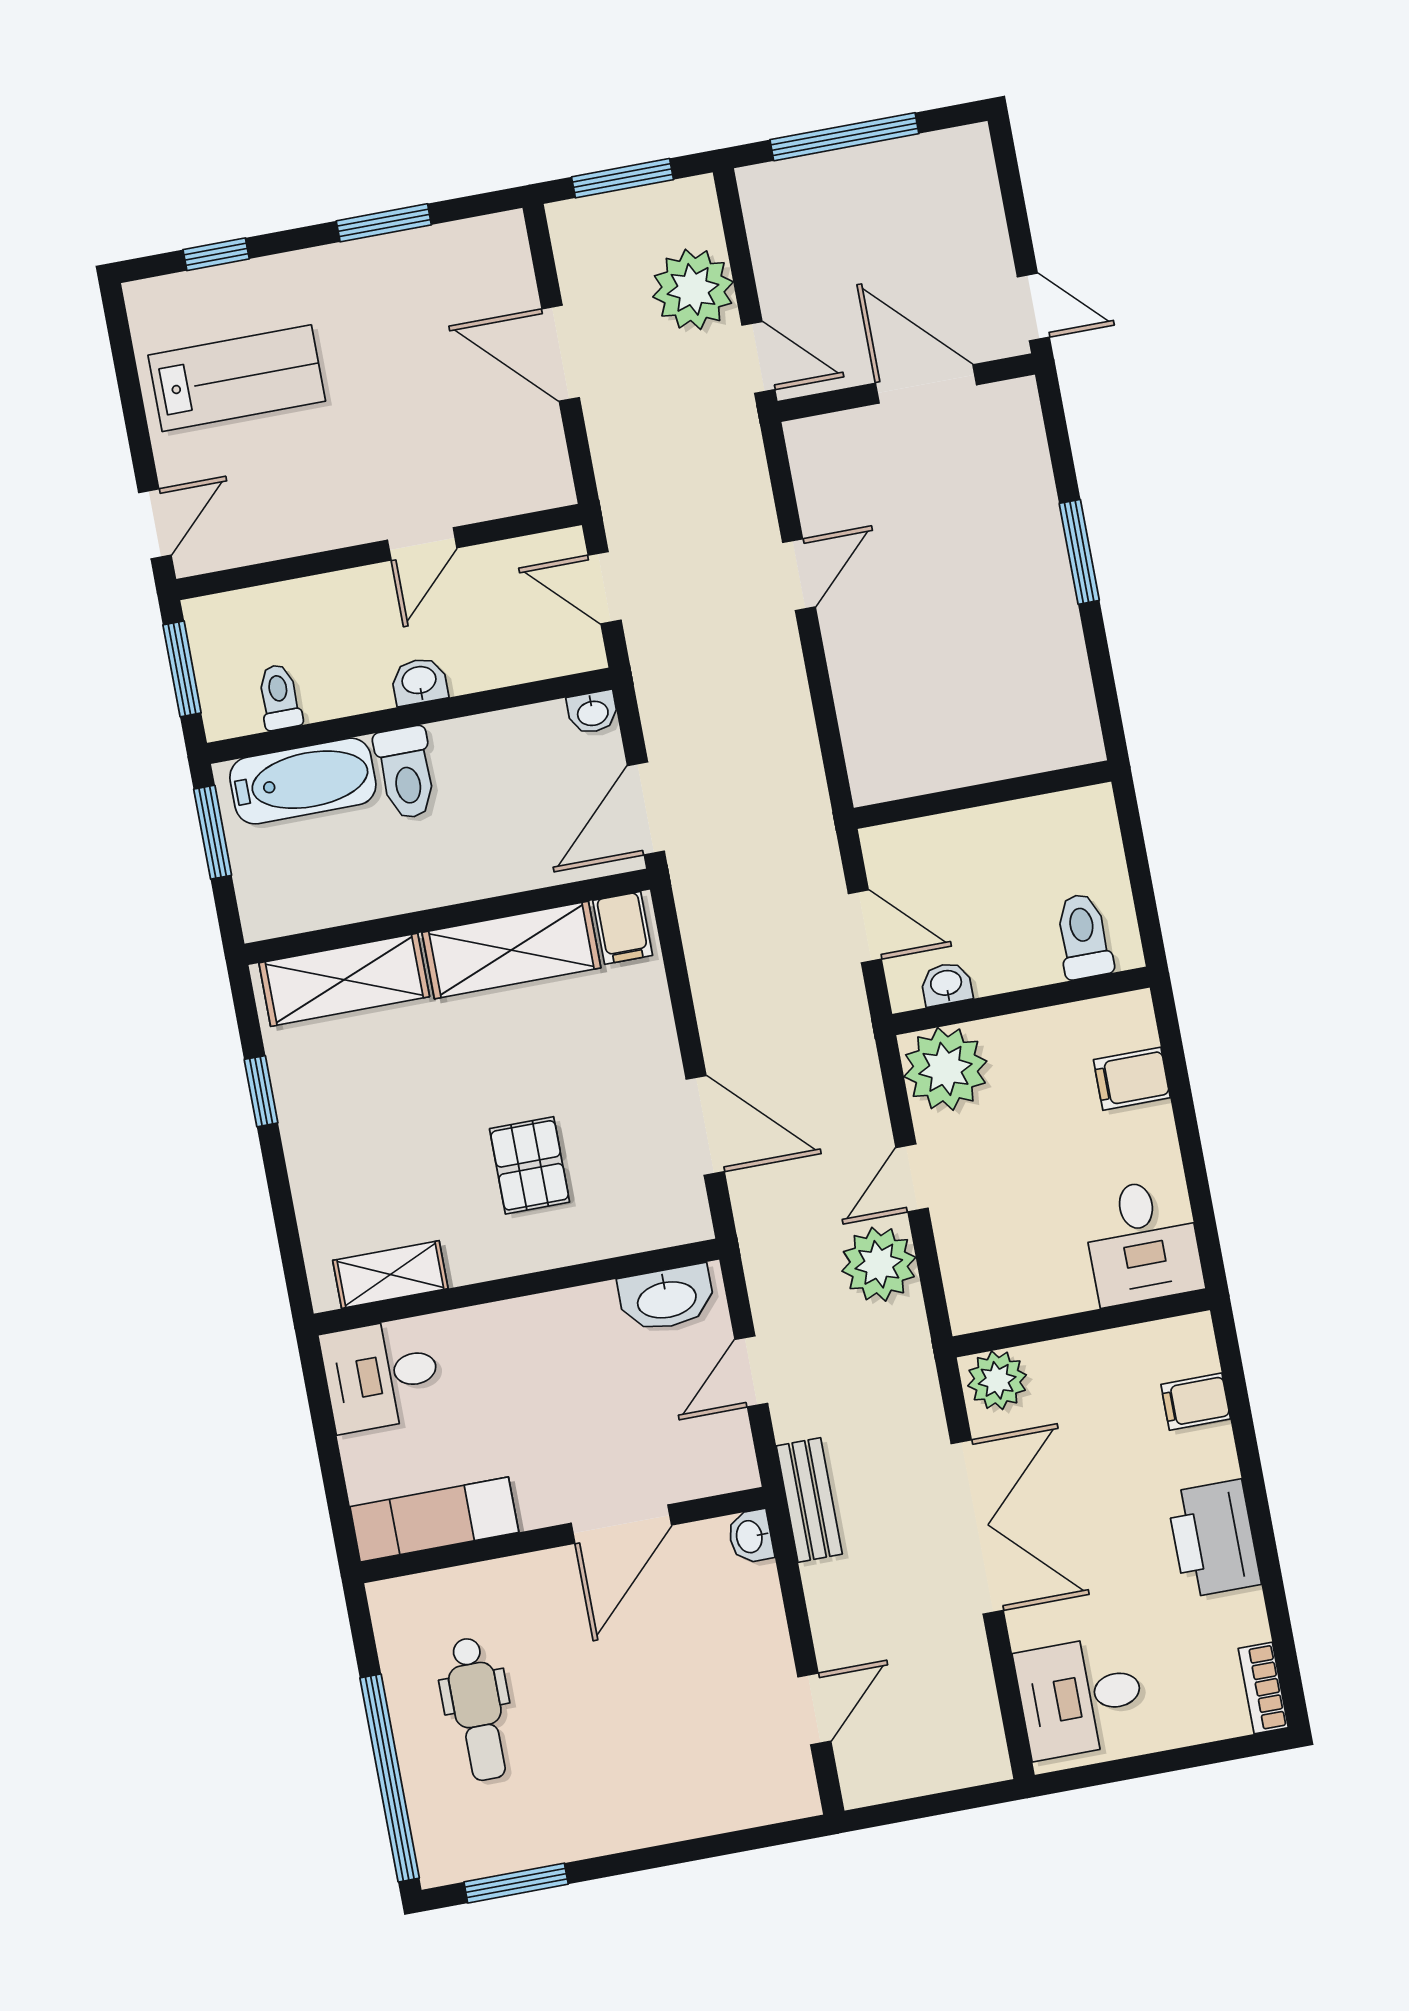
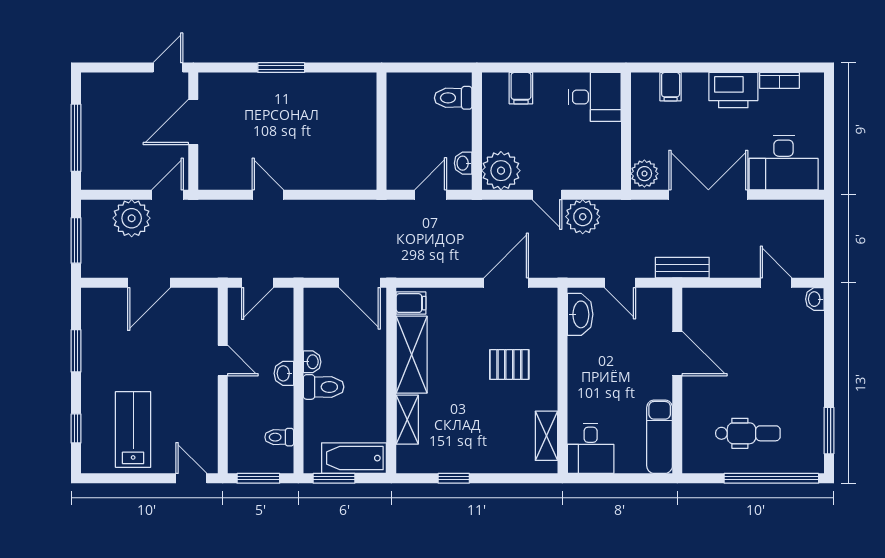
washbasin: (593, 712) -> (312, 362), moved
bathtub: (303, 781) -> (354, 458), moved, turned -90
shelving: (344, 980) -> (407, 420), width x0.67, depth x0.75
washbasin: (750, 1536) -> (815, 299), moved, turned 90
bookcase: (1263, 1688) -> (780, 80), moved
desk: (1081, 1697) -> (784, 163), width x1.37

